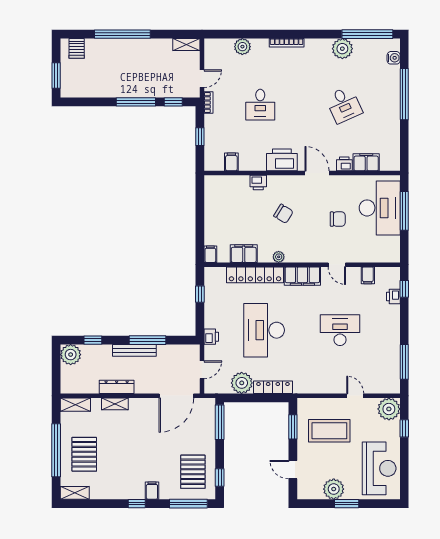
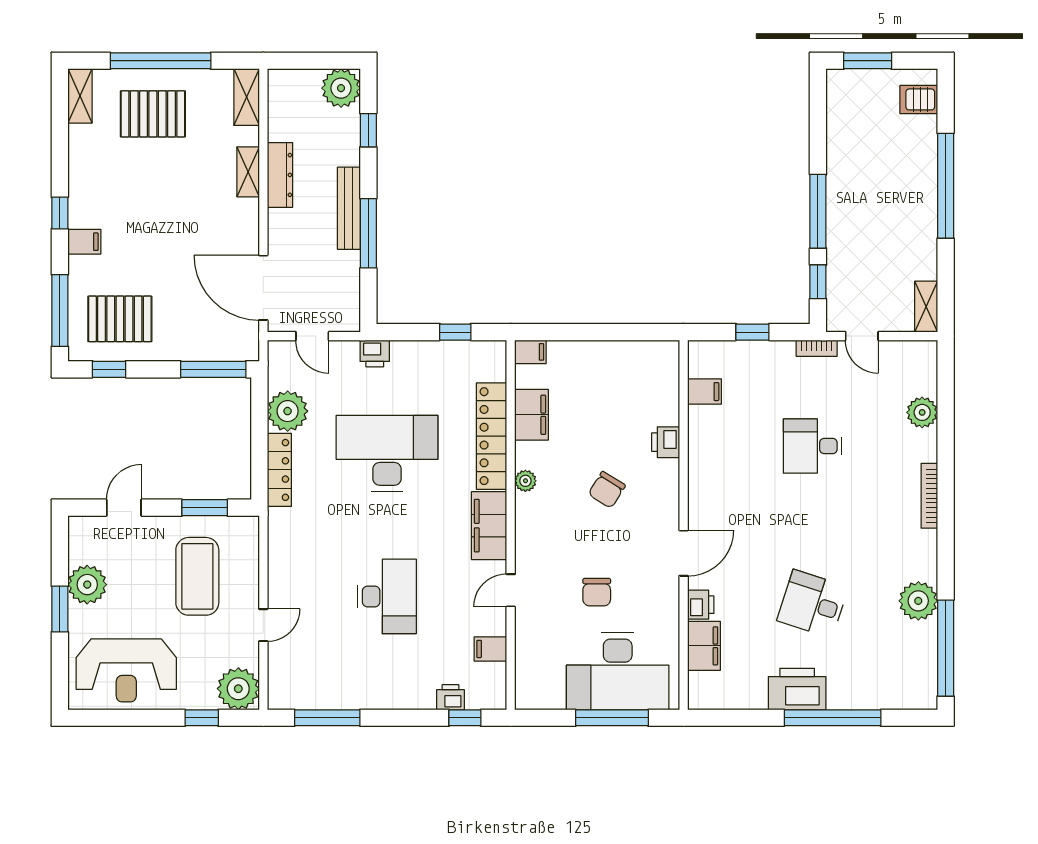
water cooler: (394, 58) -> (901, 698), removed
desk: (344, 105) -> (813, 604), turned 42
printer: (282, 160) -> (797, 689), moved, turned -90

